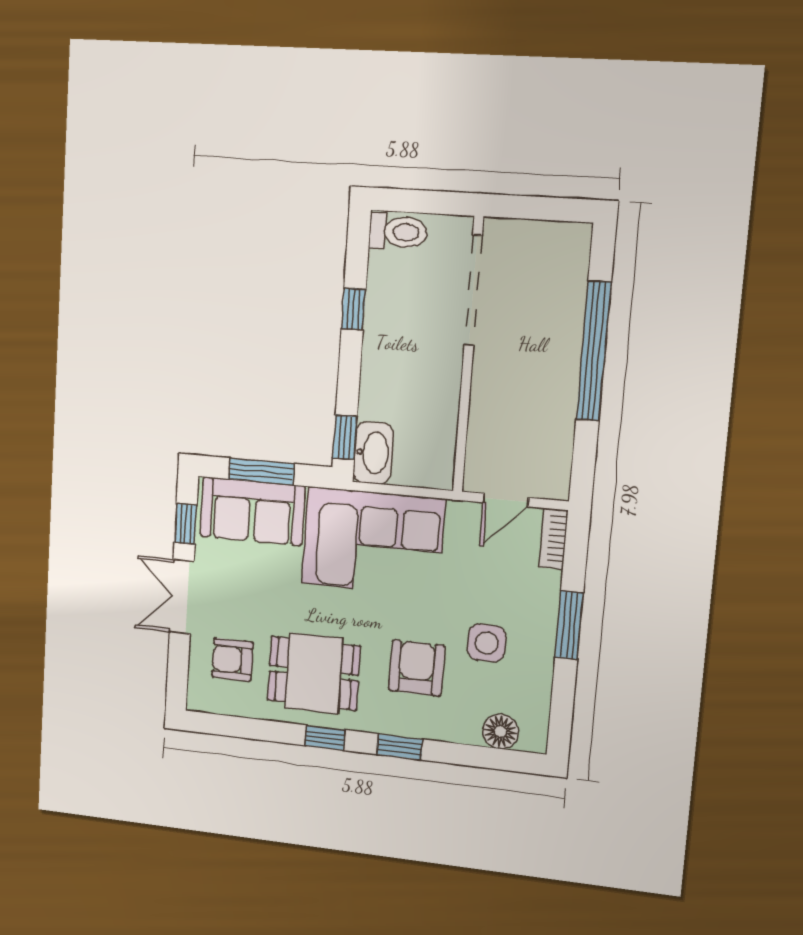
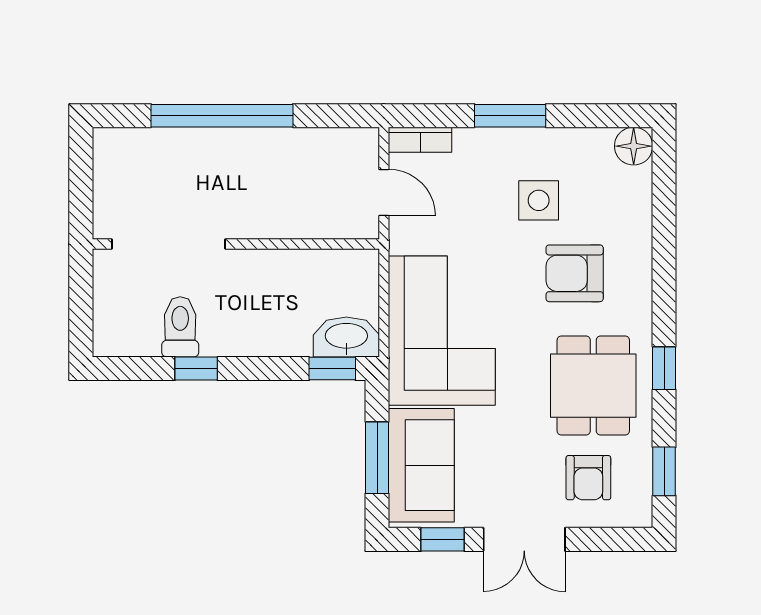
toilet: (398, 232) -> (180, 327), moved
floor lamp: (500, 732) -> (634, 146), moved
window: (400, 747) -> (664, 471), moved

